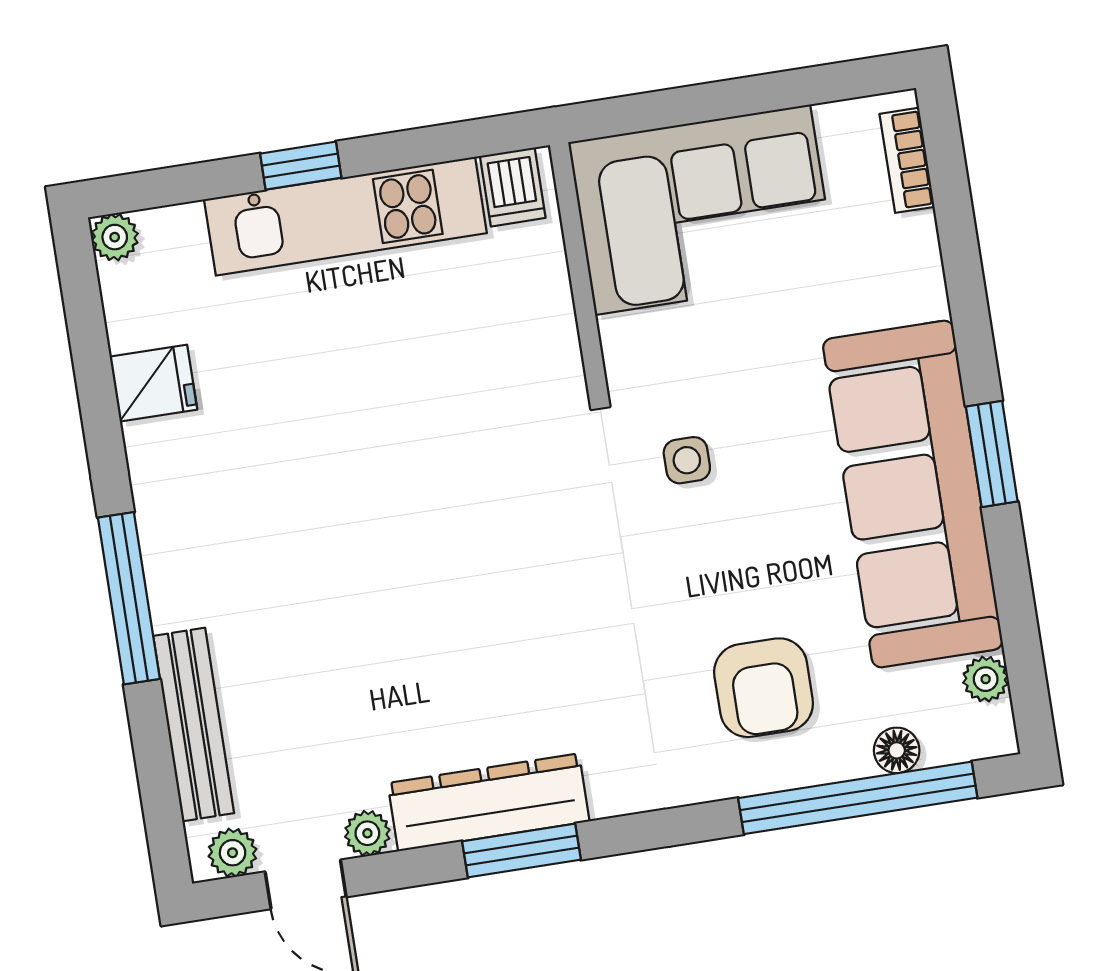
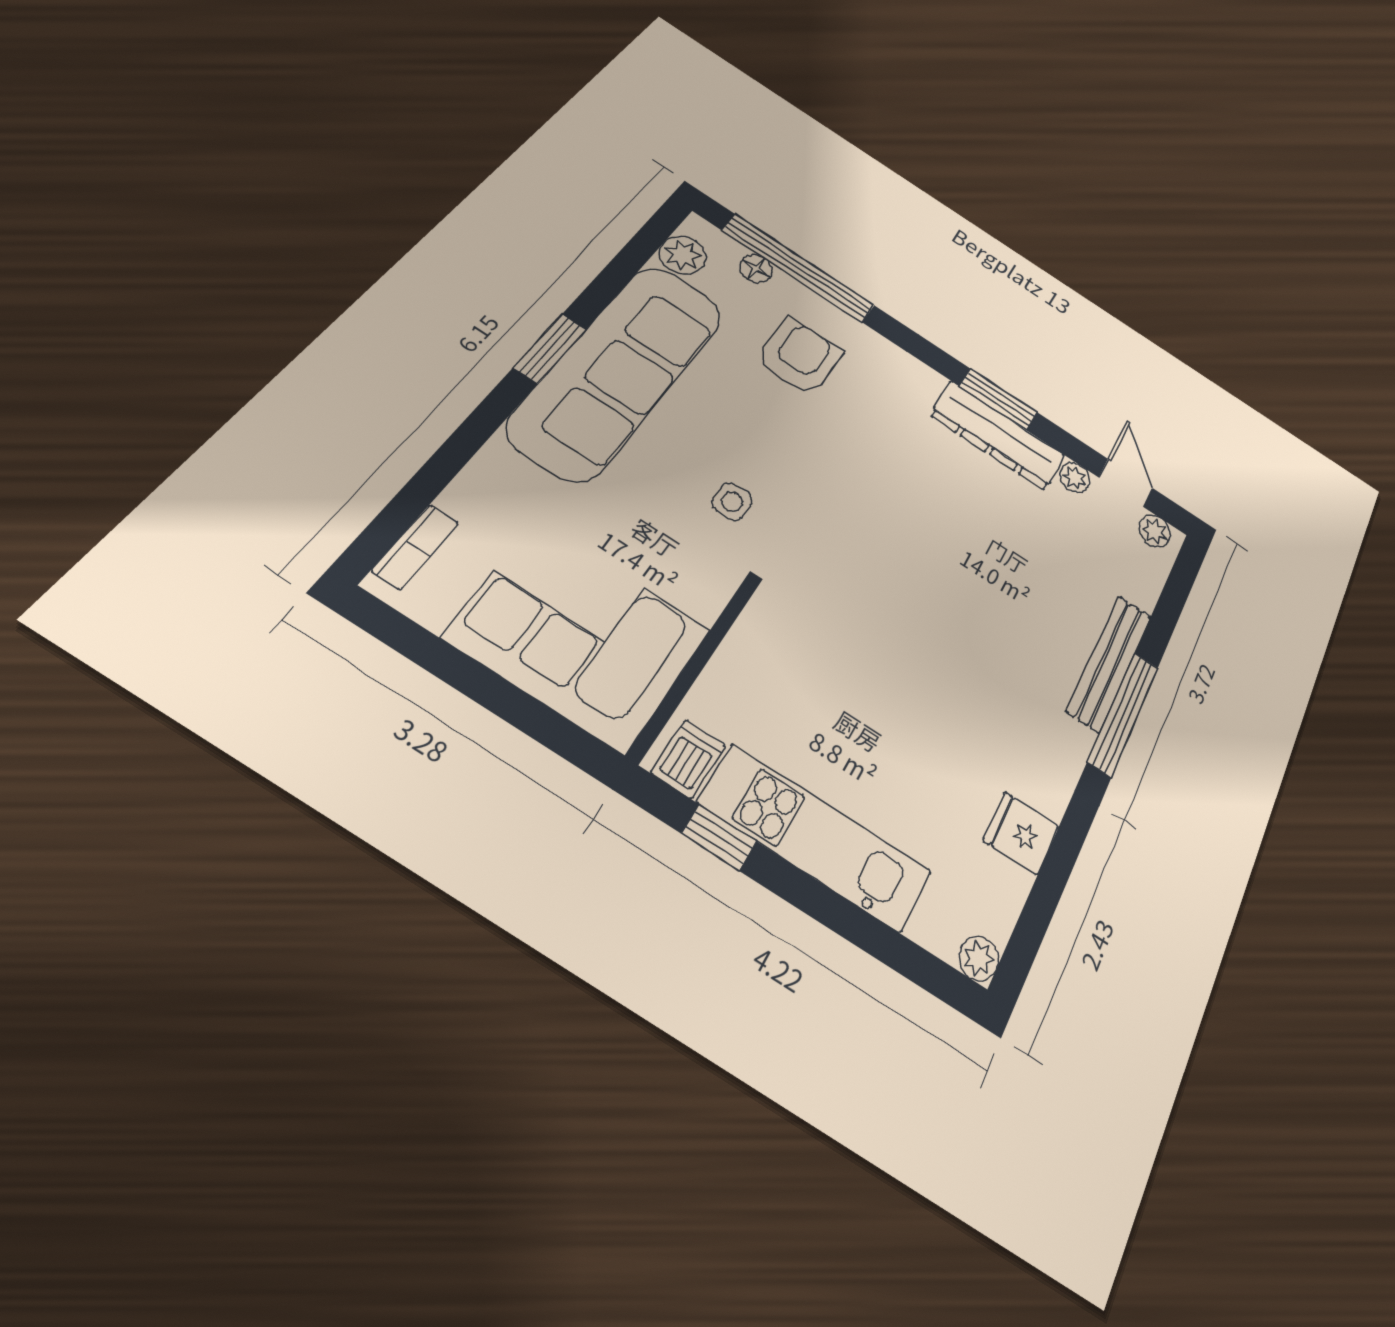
window: (301, 166) -> (719, 837), moved
plant: (986, 679) -> (683, 255), width x1.38, depth x1.38
bench: (194, 724) -> (1109, 663), moved

